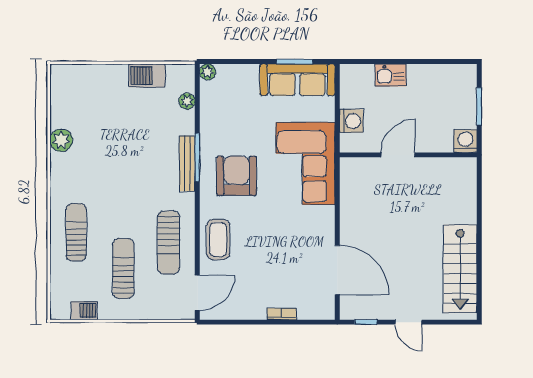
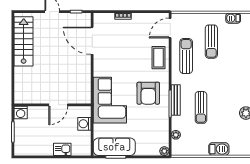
barbecue: (147, 76) -> (219, 149), moved
sun lounger: (76, 232) -> (201, 107), moved

